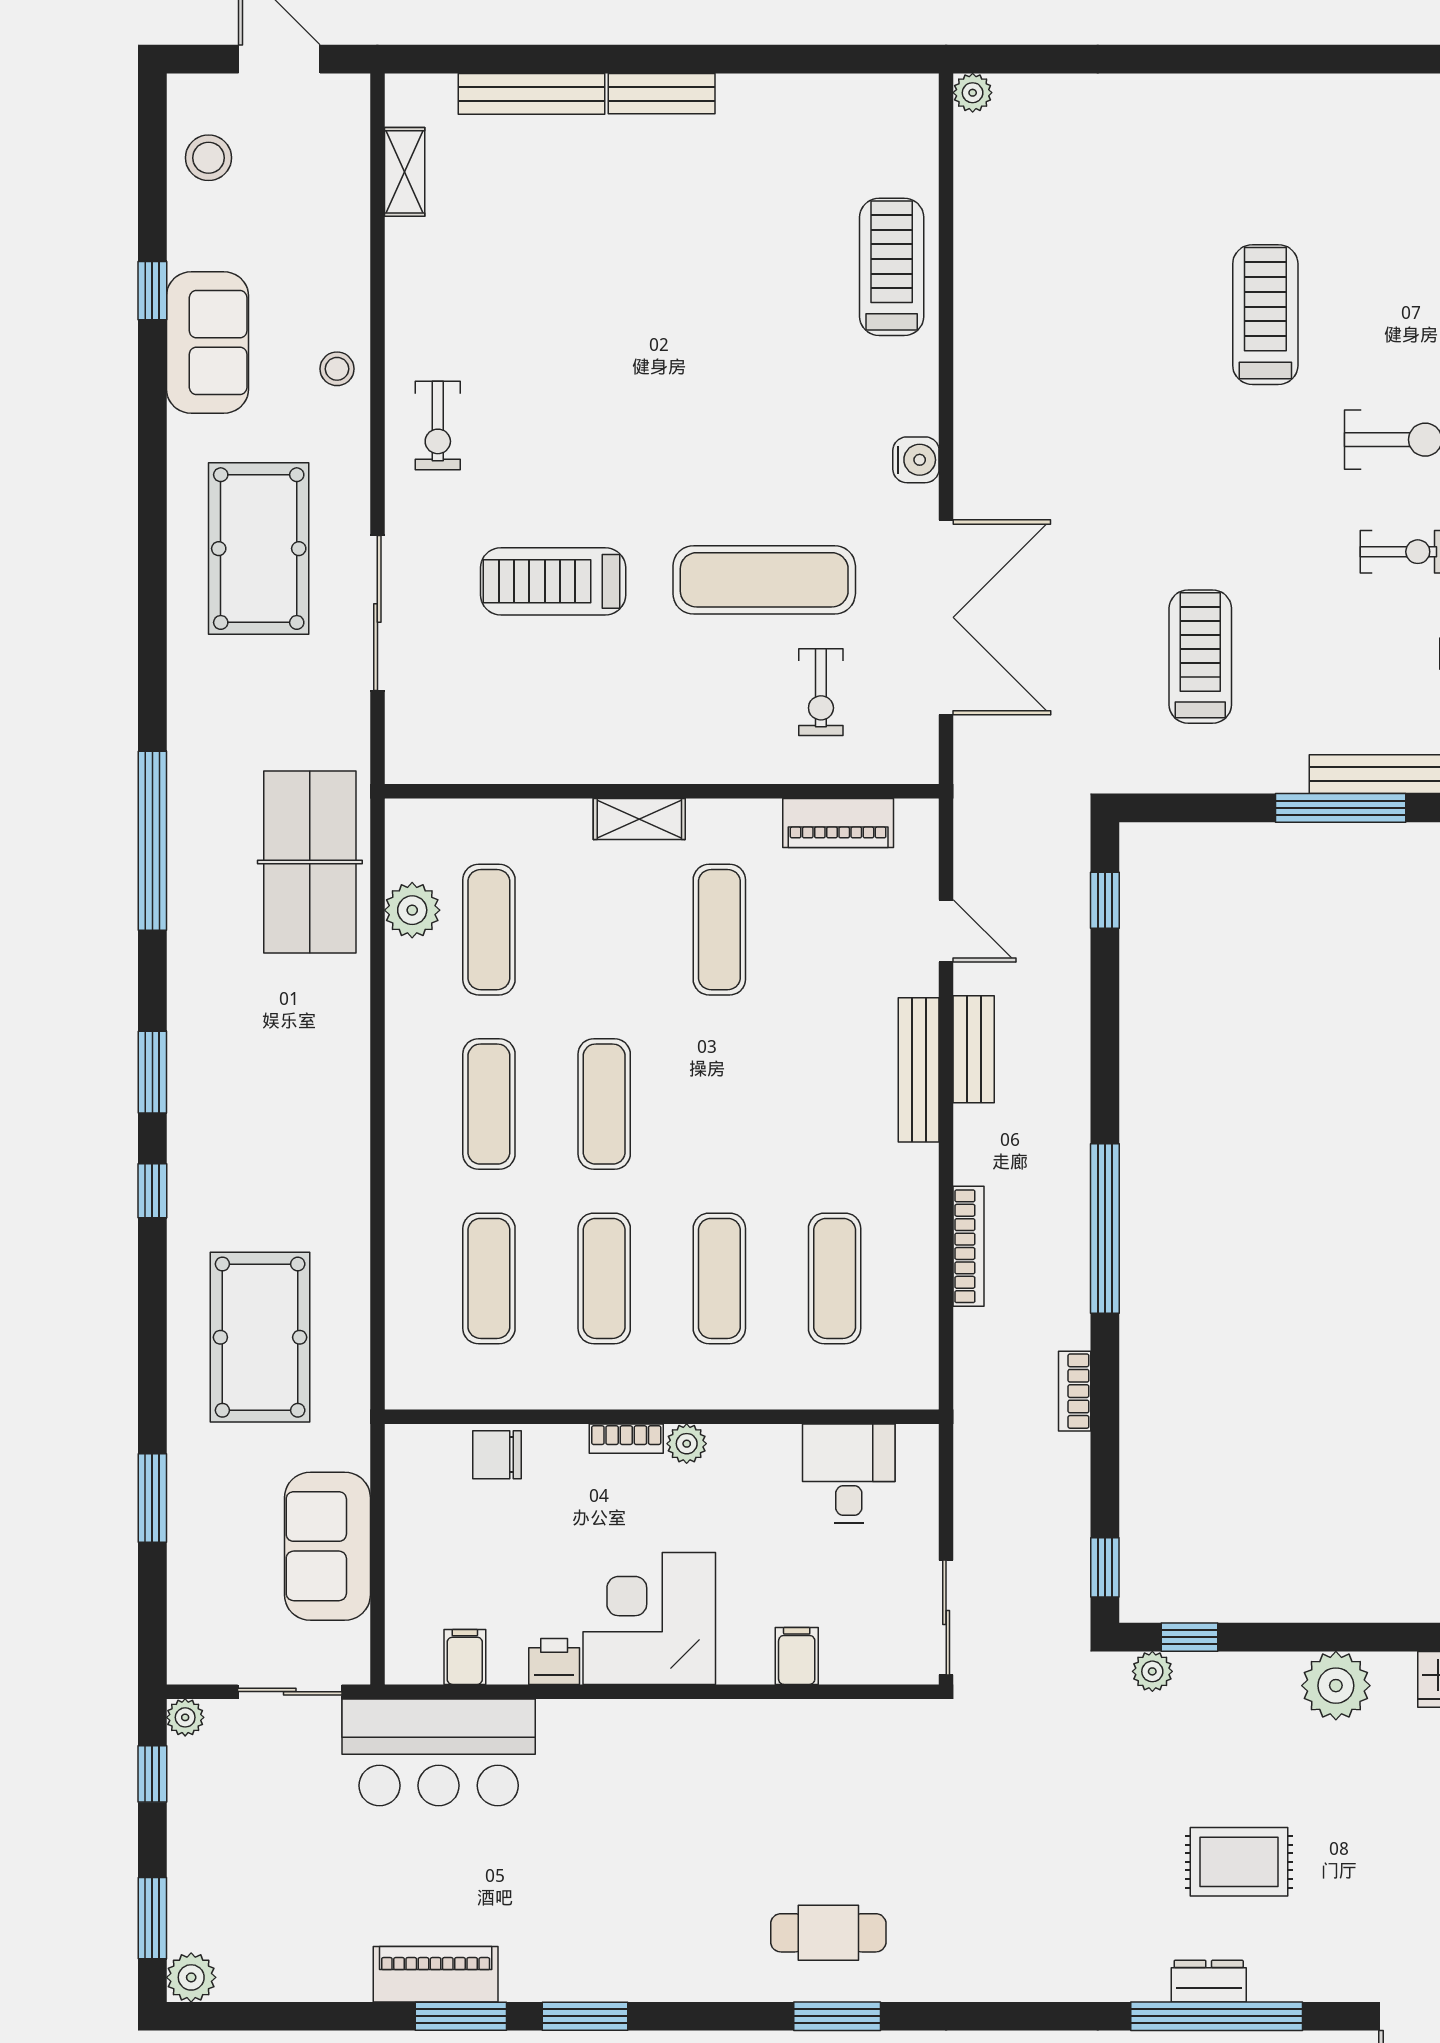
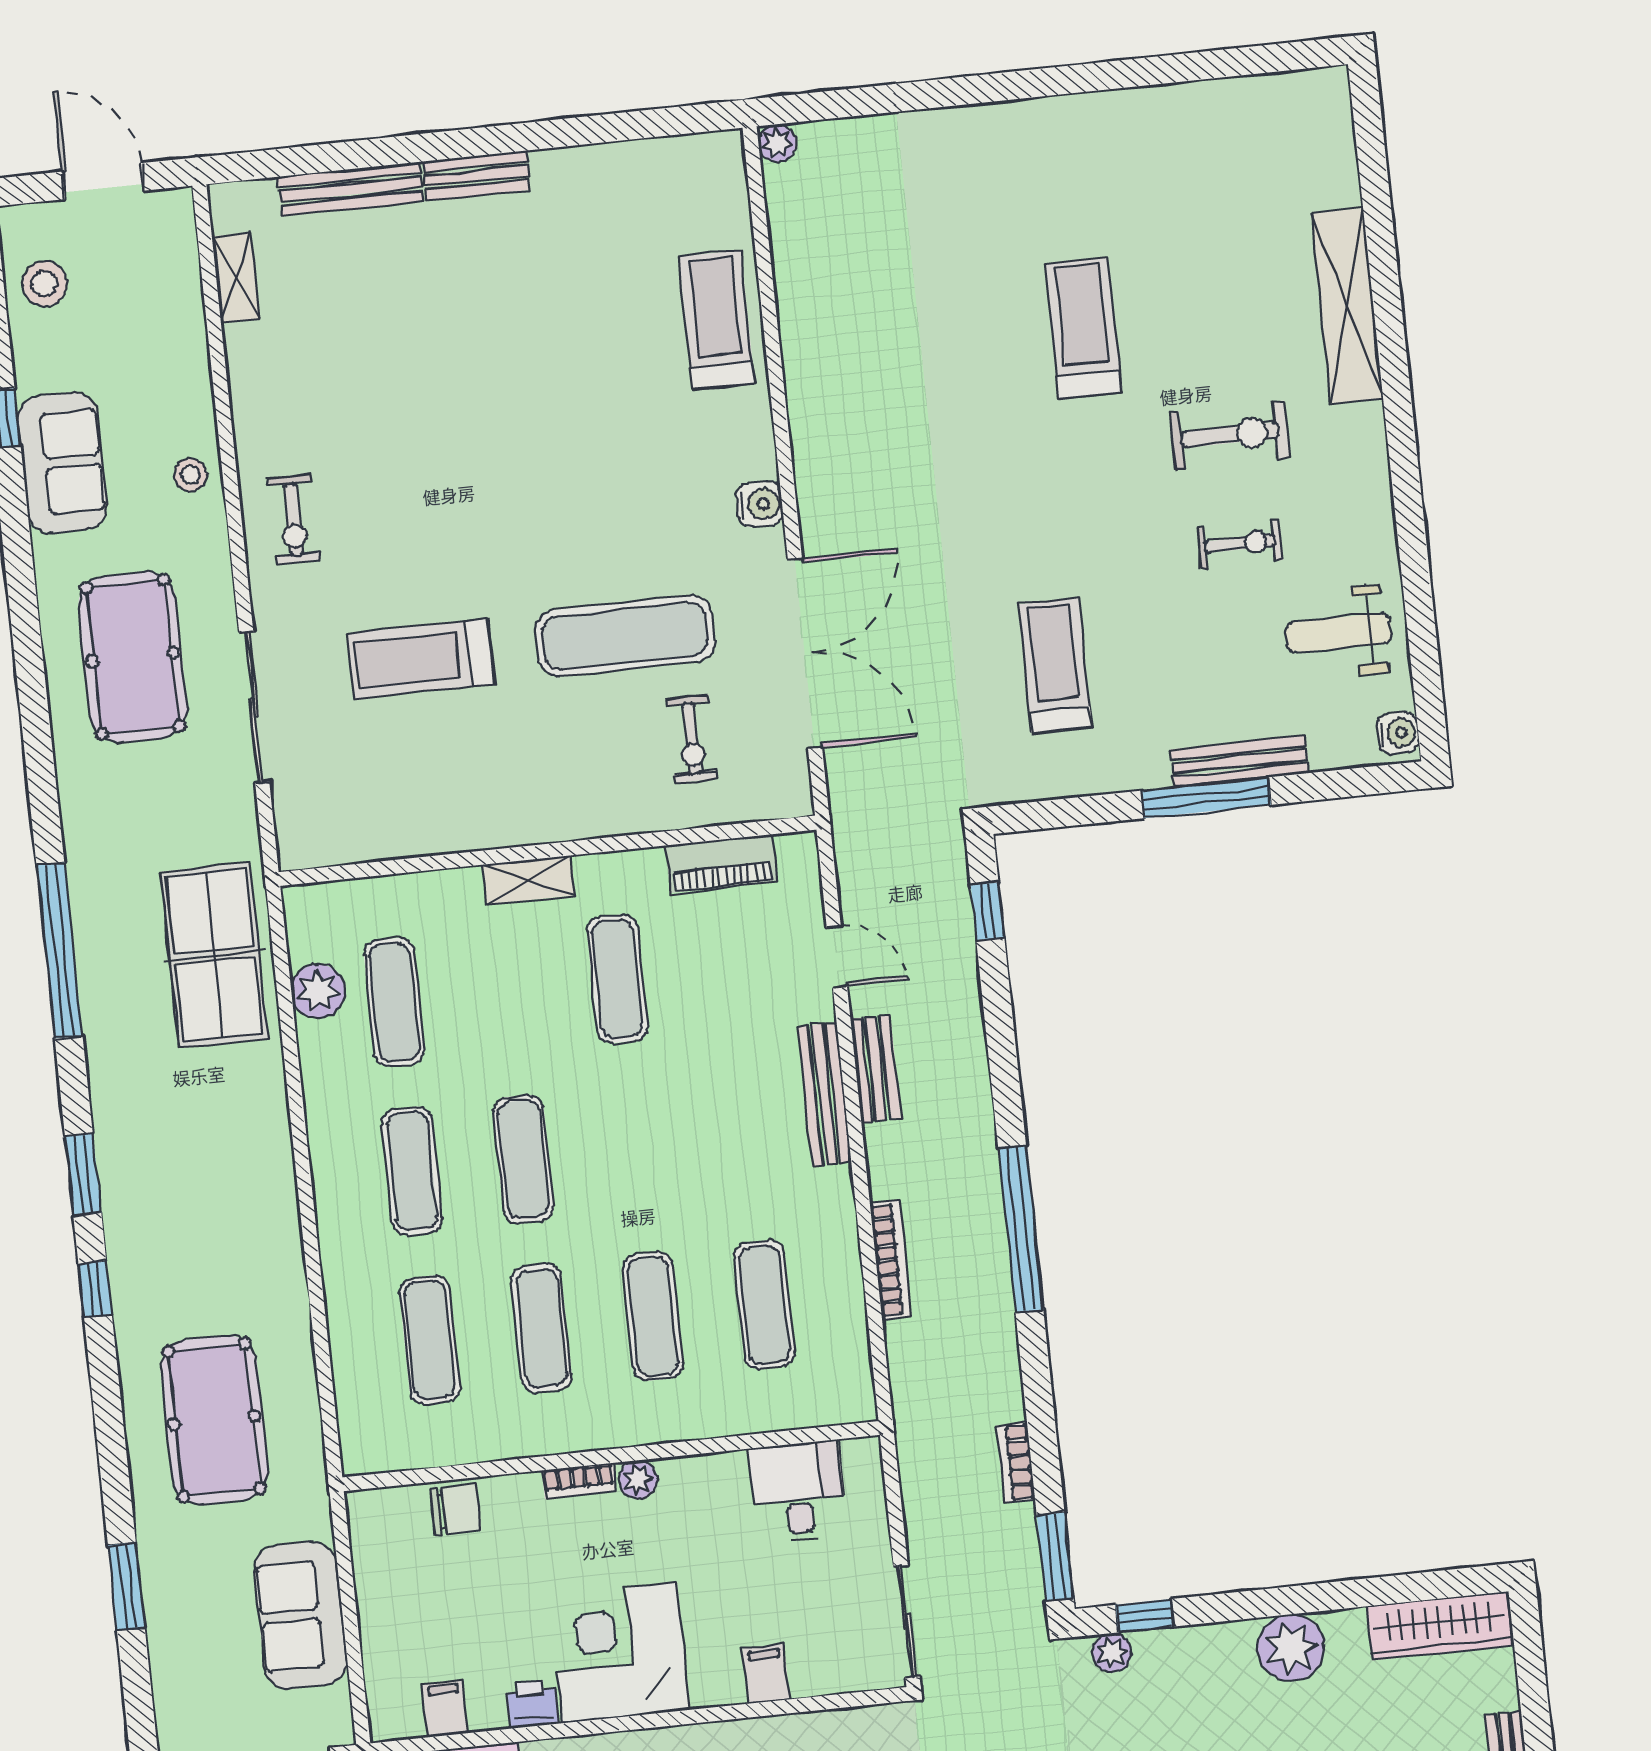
bookcase: (1075, 1391) -> (1016, 1463), moved
chair: (497, 1455) -> (456, 1510), turned 180
window: (1105, 1567) -> (1055, 1557), width x1.50

